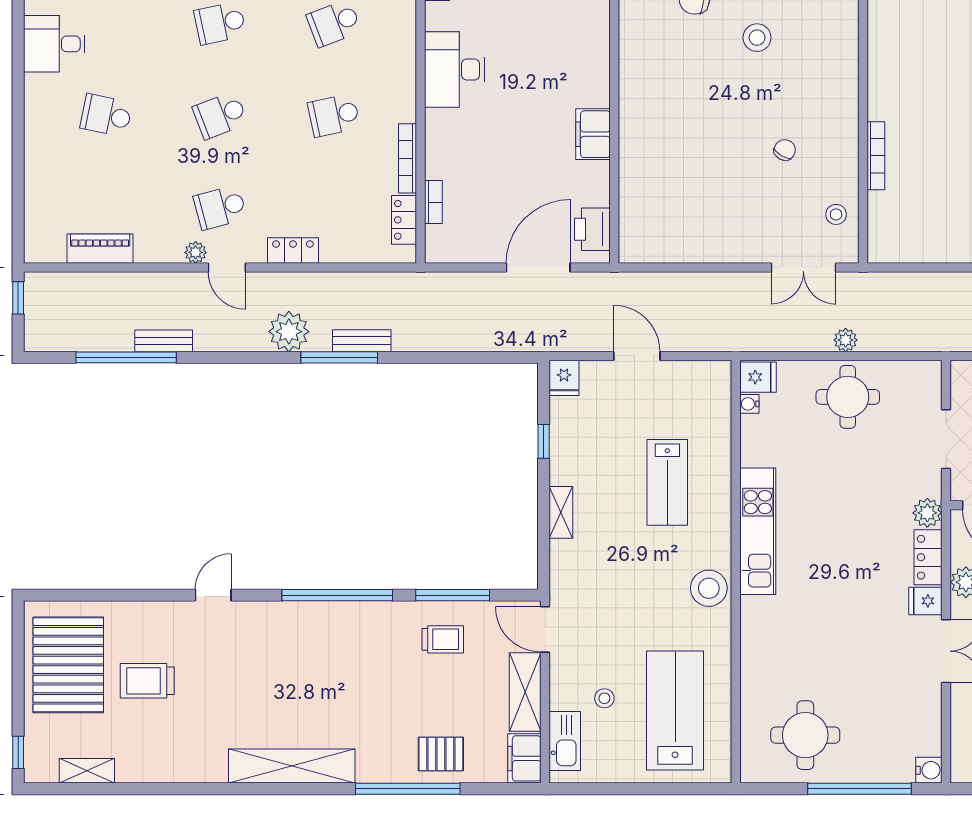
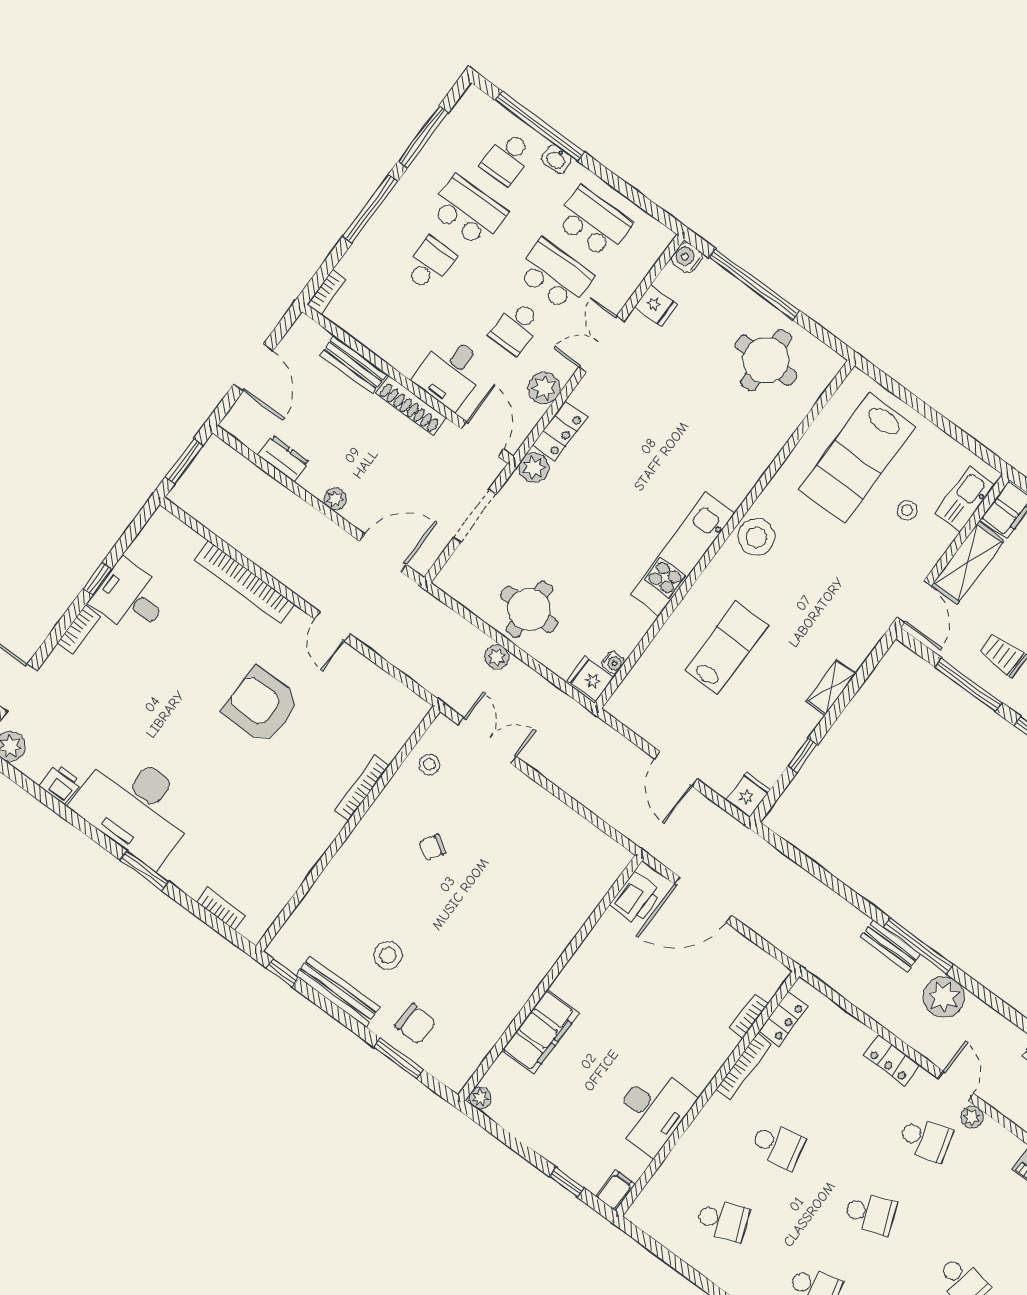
filing cabinet: (593, 134) -> (540, 1032), moved, width x1.50, depth x1.17
fridge: (925, 601) -> (656, 306), moved

